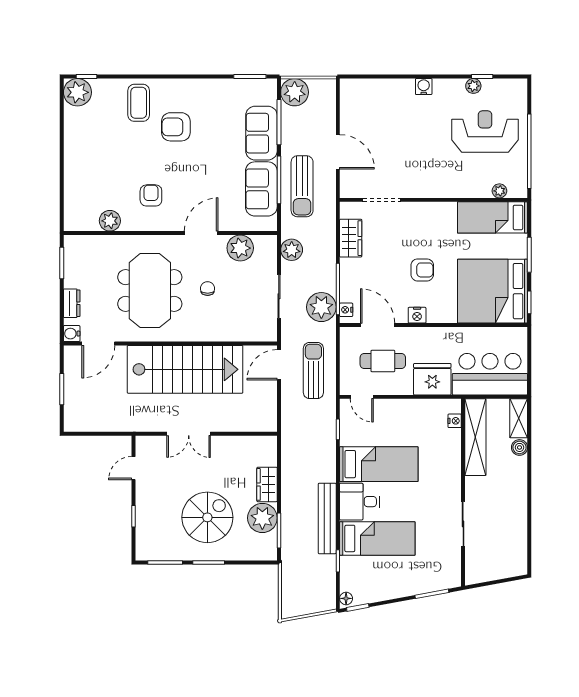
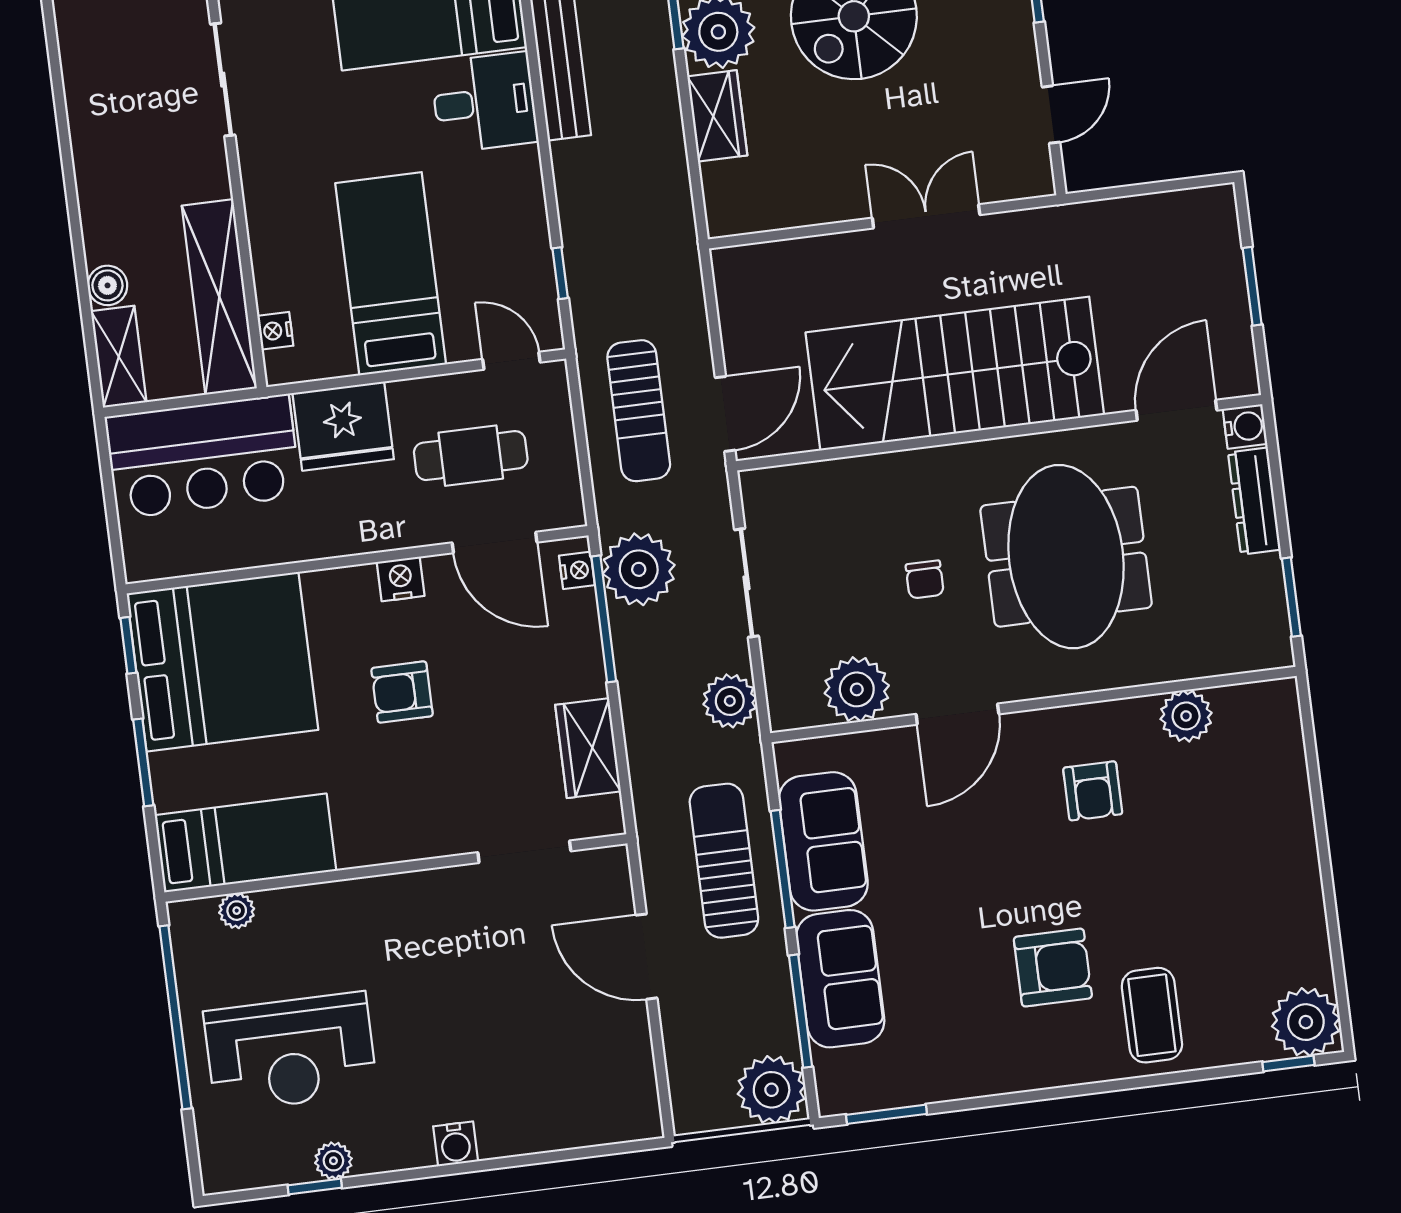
dresser: (72, 303) -> (1254, 501), width x1.44
bed: (379, 464) -> (391, 274), moved, turned 90

